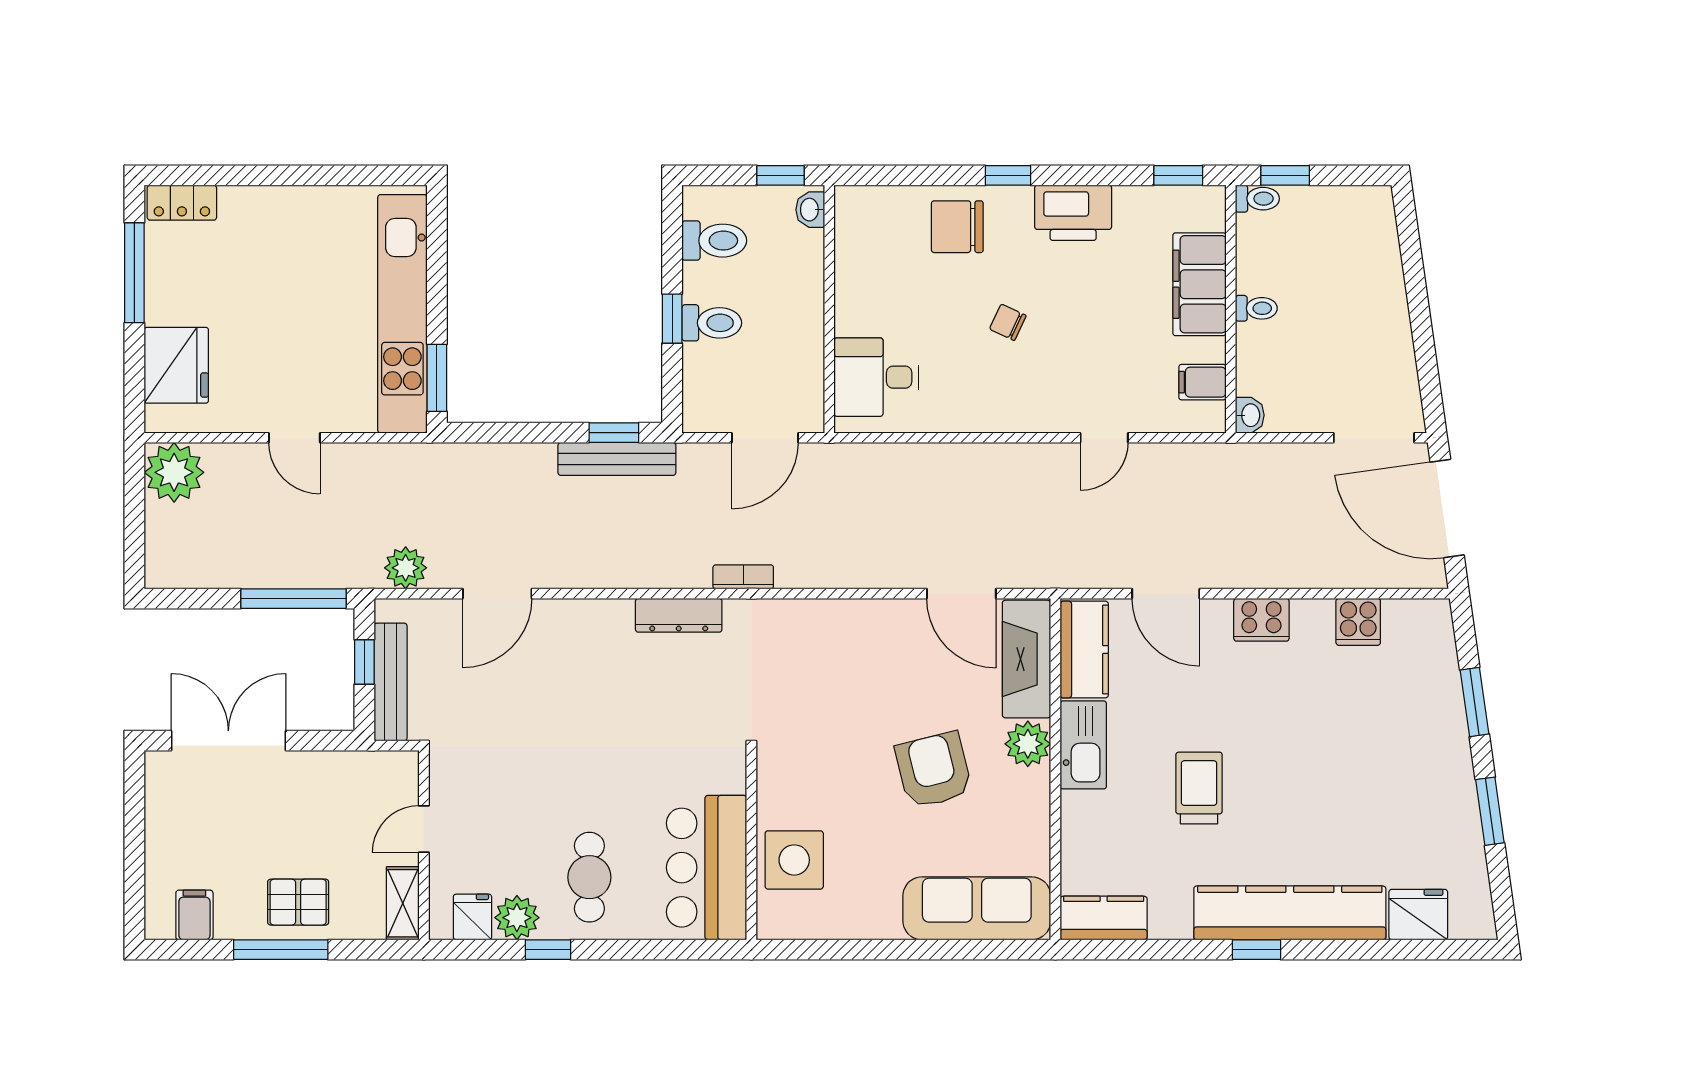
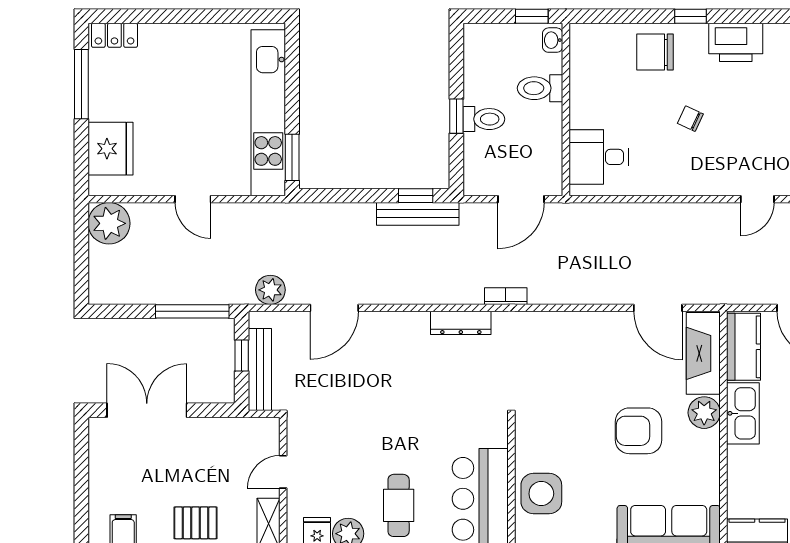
toilet: (714, 241) -> (540, 88), moved, turned 180
armchair: (934, 770) -> (639, 431), turned -76

